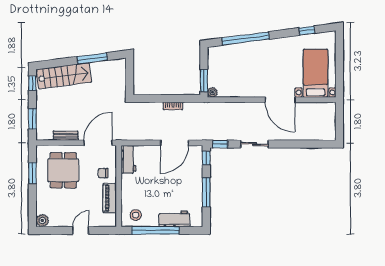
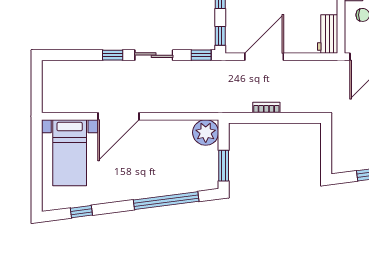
window: (204, 81) -> (224, 166), moved
plant: (212, 92) -> (206, 132), width x1.88, depth x1.88
door: (280, 100) -> (118, 116), swing flipped
window: (284, 144) -> (113, 55), added

